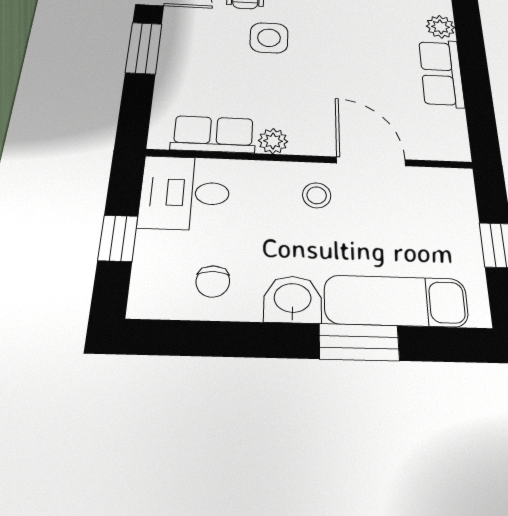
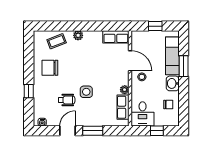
row of seats: (441, 73) -> (116, 37), moved
door: (371, 161) -> (130, 61), swing flipped

